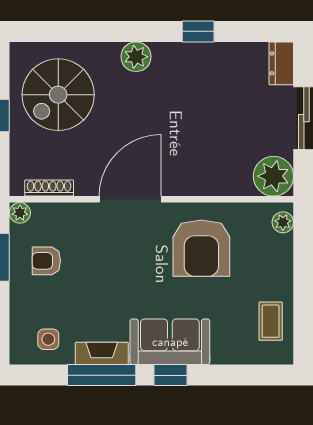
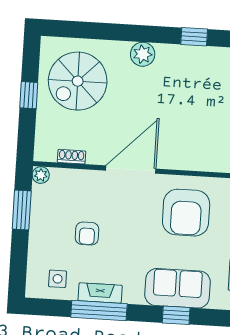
shoe rack: (49, 188) -> (72, 157), width x0.70
armchair: (46, 261) -> (87, 234), moved, turned -90
sofa: (170, 342) -> (178, 288), moved
window: (170, 375) -> (176, 315), moved

